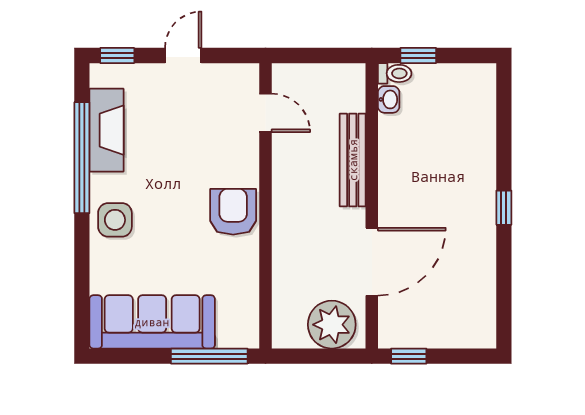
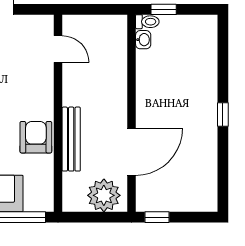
bench: (353, 160) -> (71, 139), moved
armchair: (233, 212) -> (36, 137), moved

